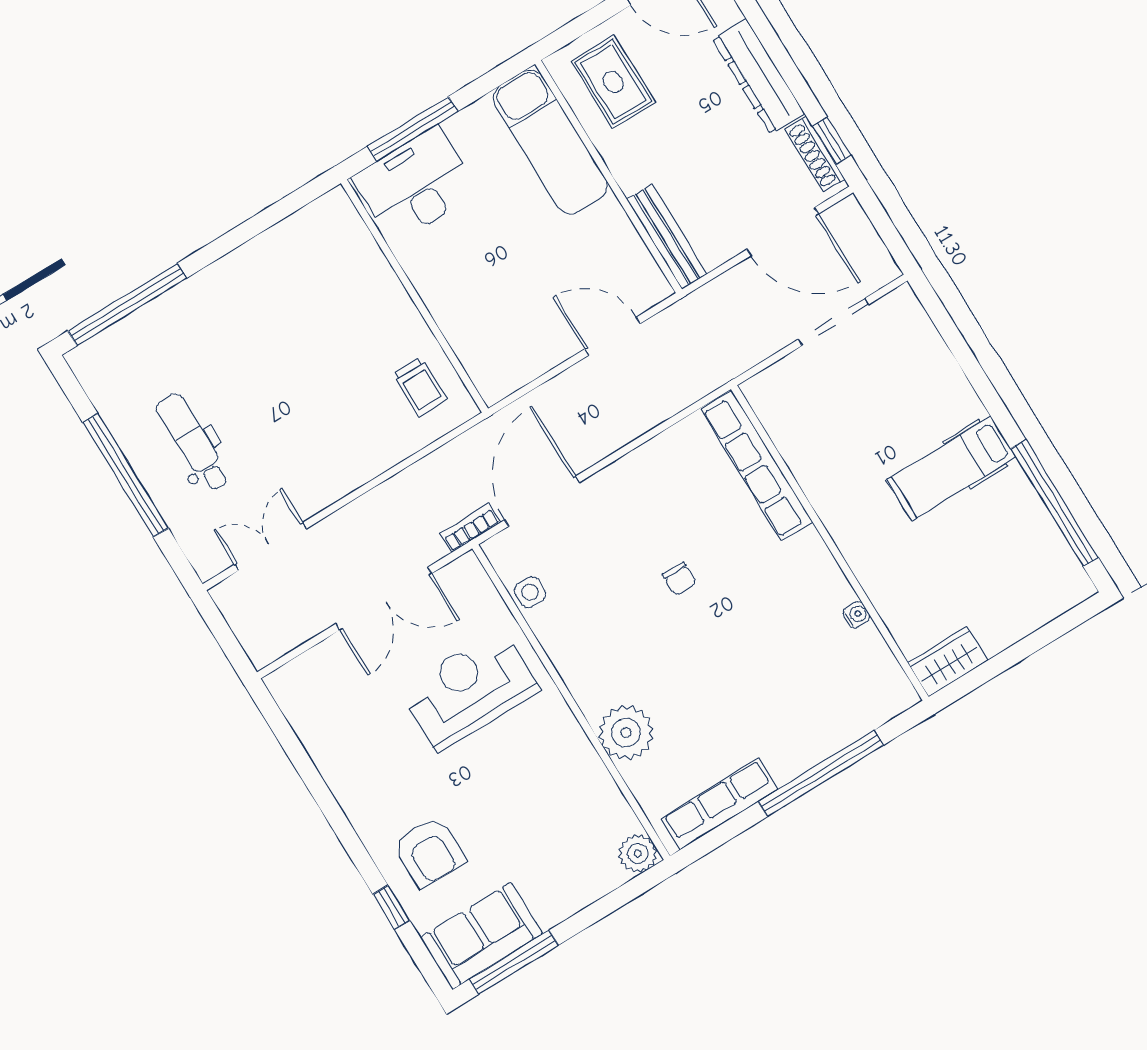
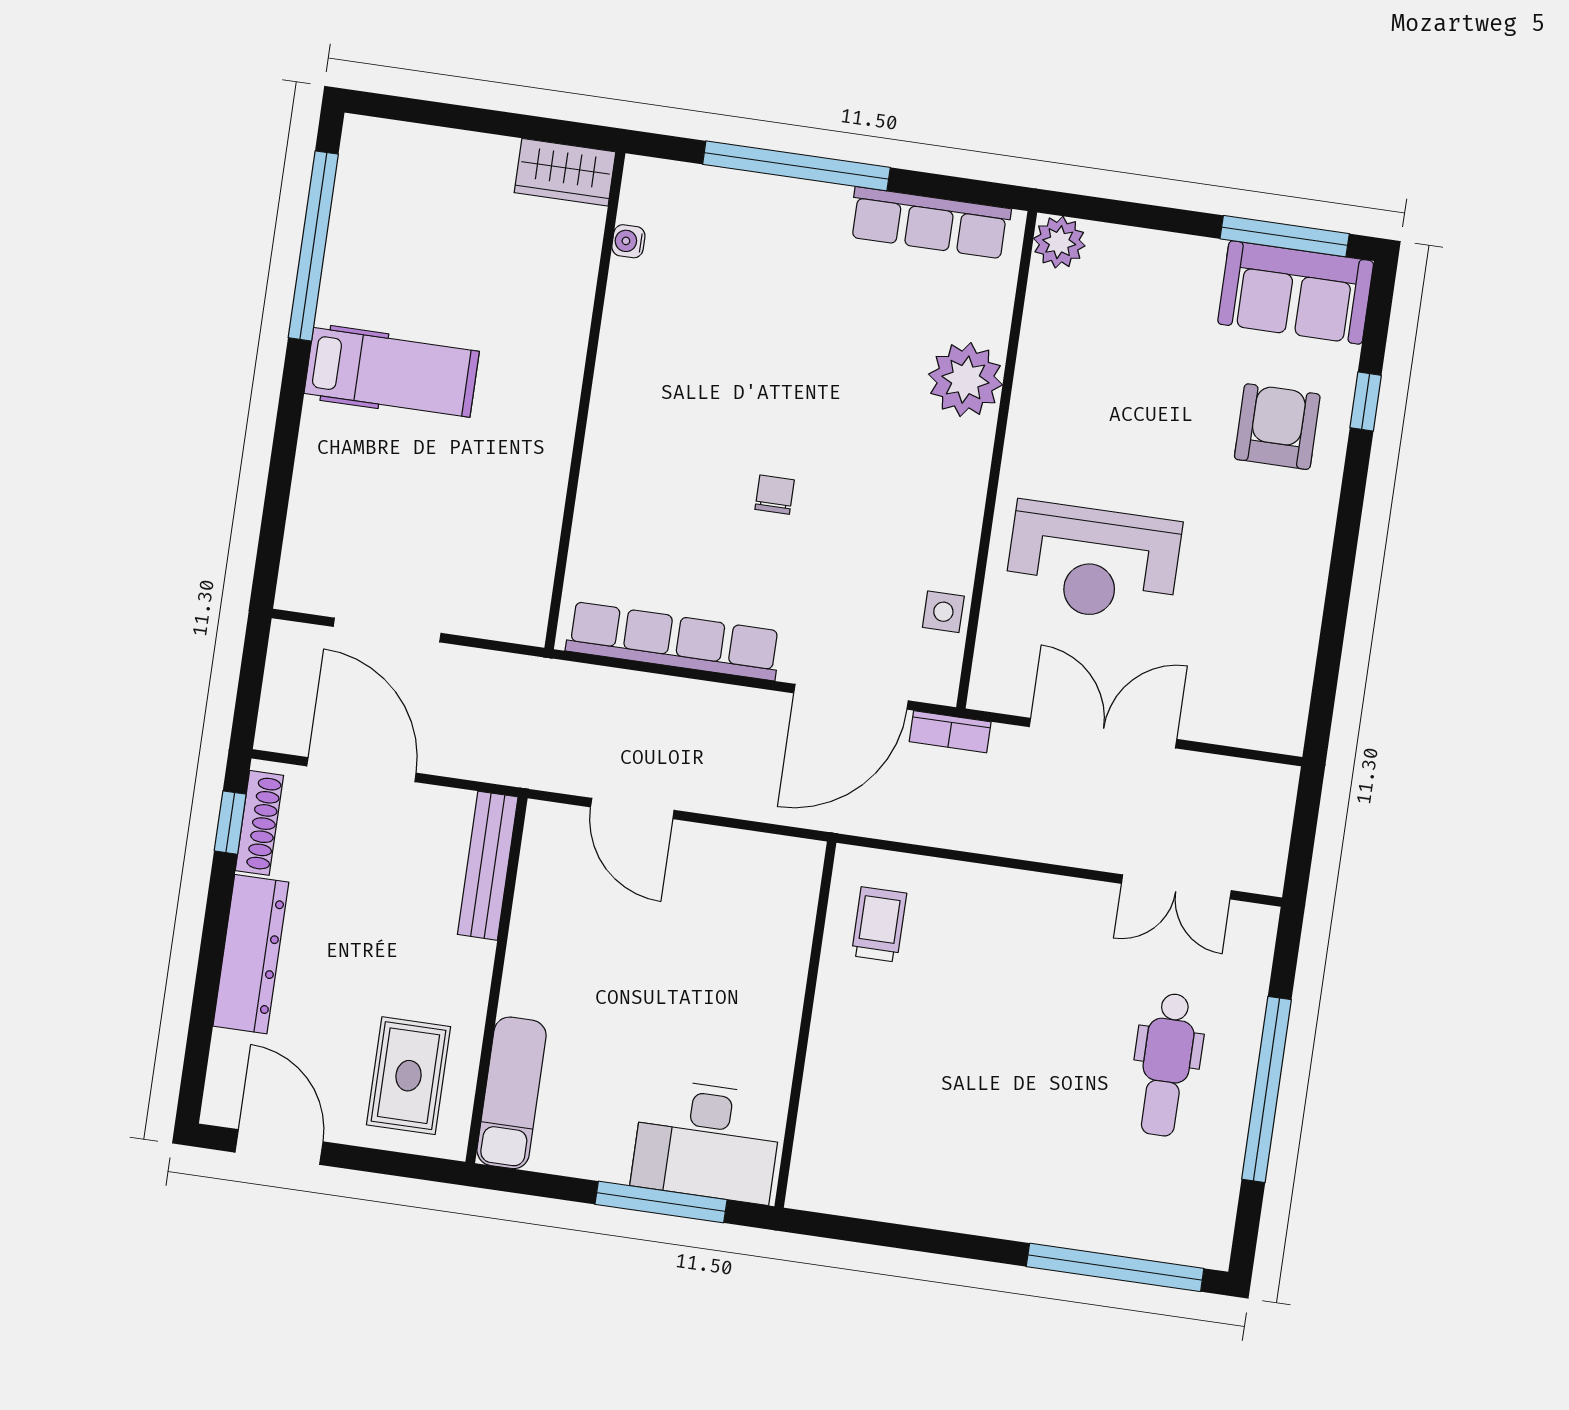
exam couch: (550, 142) -> (512, 1093), width x0.73, depth x0.69
row of seats: (757, 466) -> (673, 641), moved, turned -90
water cooler: (856, 615) -> (628, 241), moved

